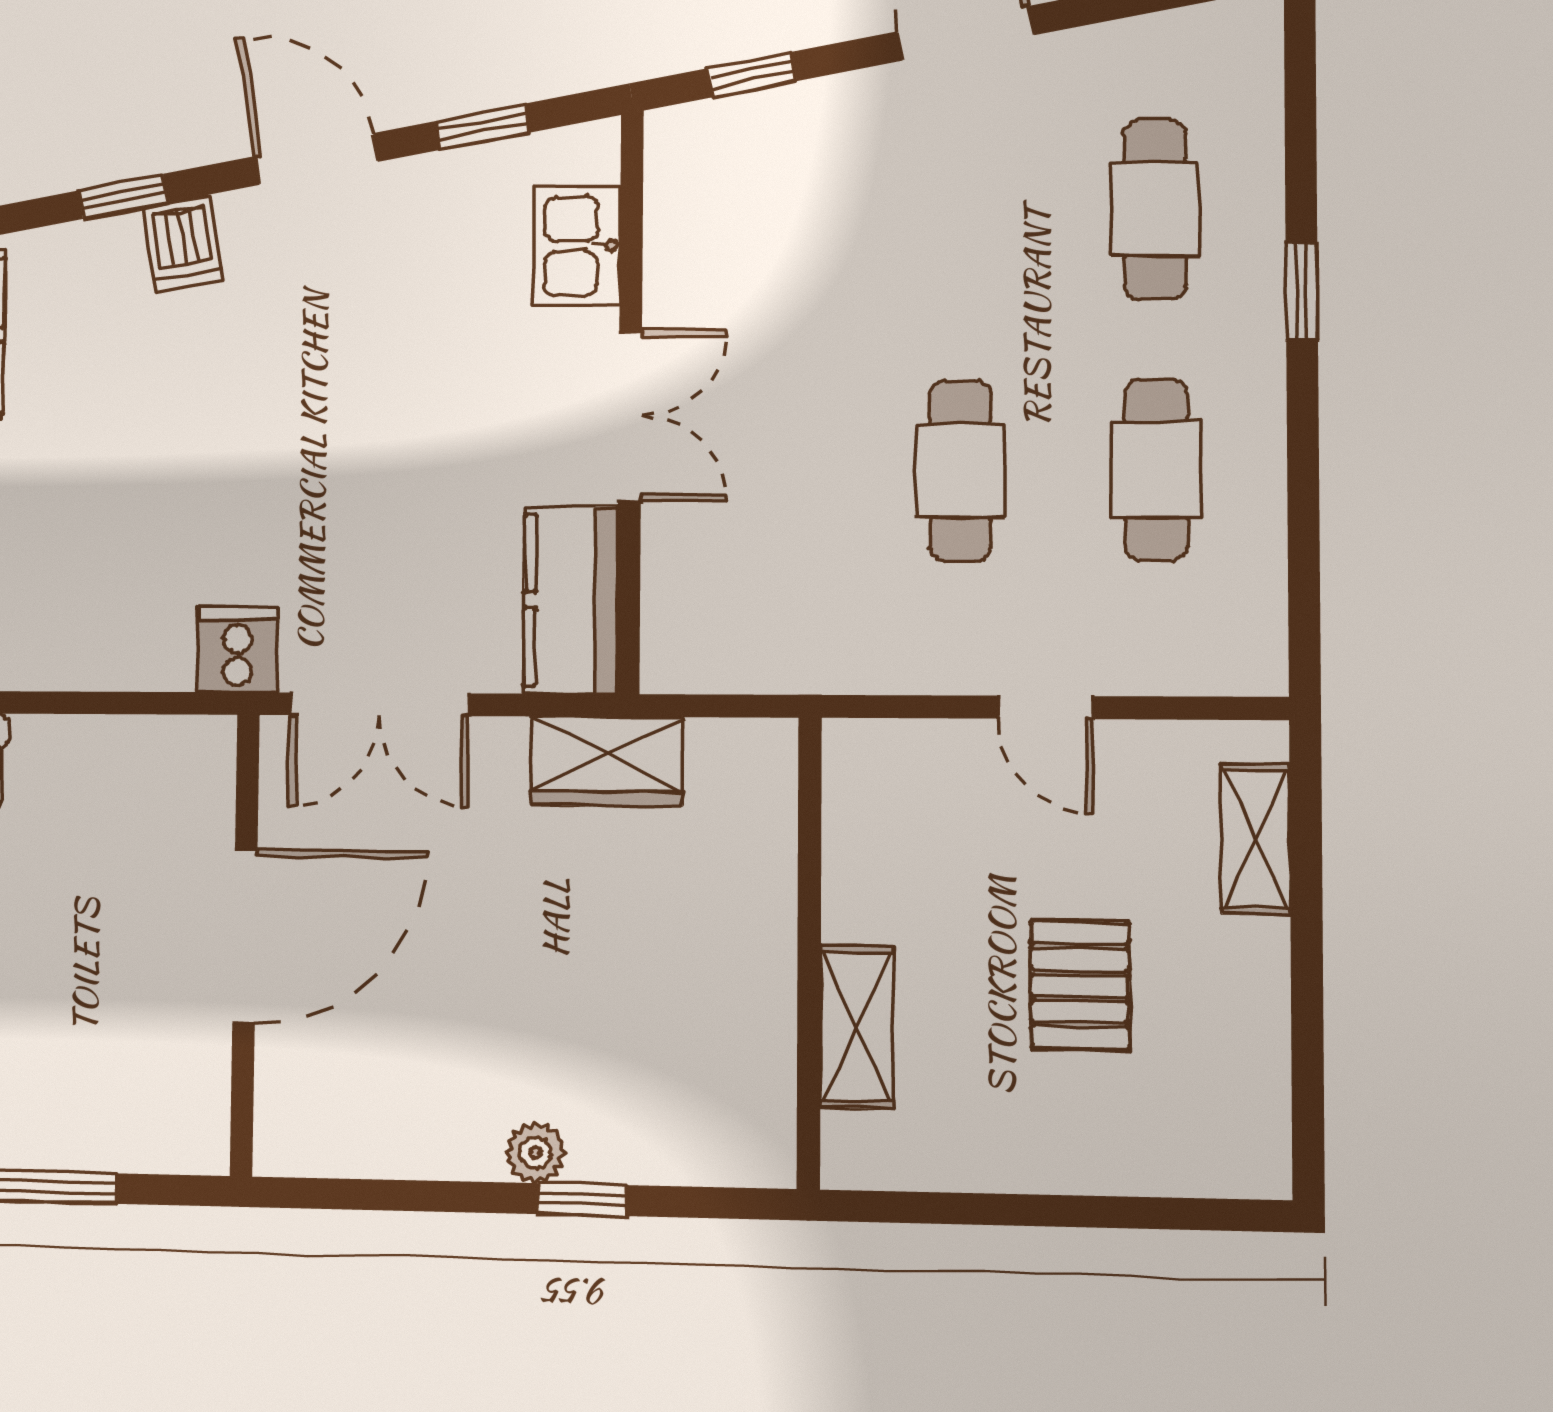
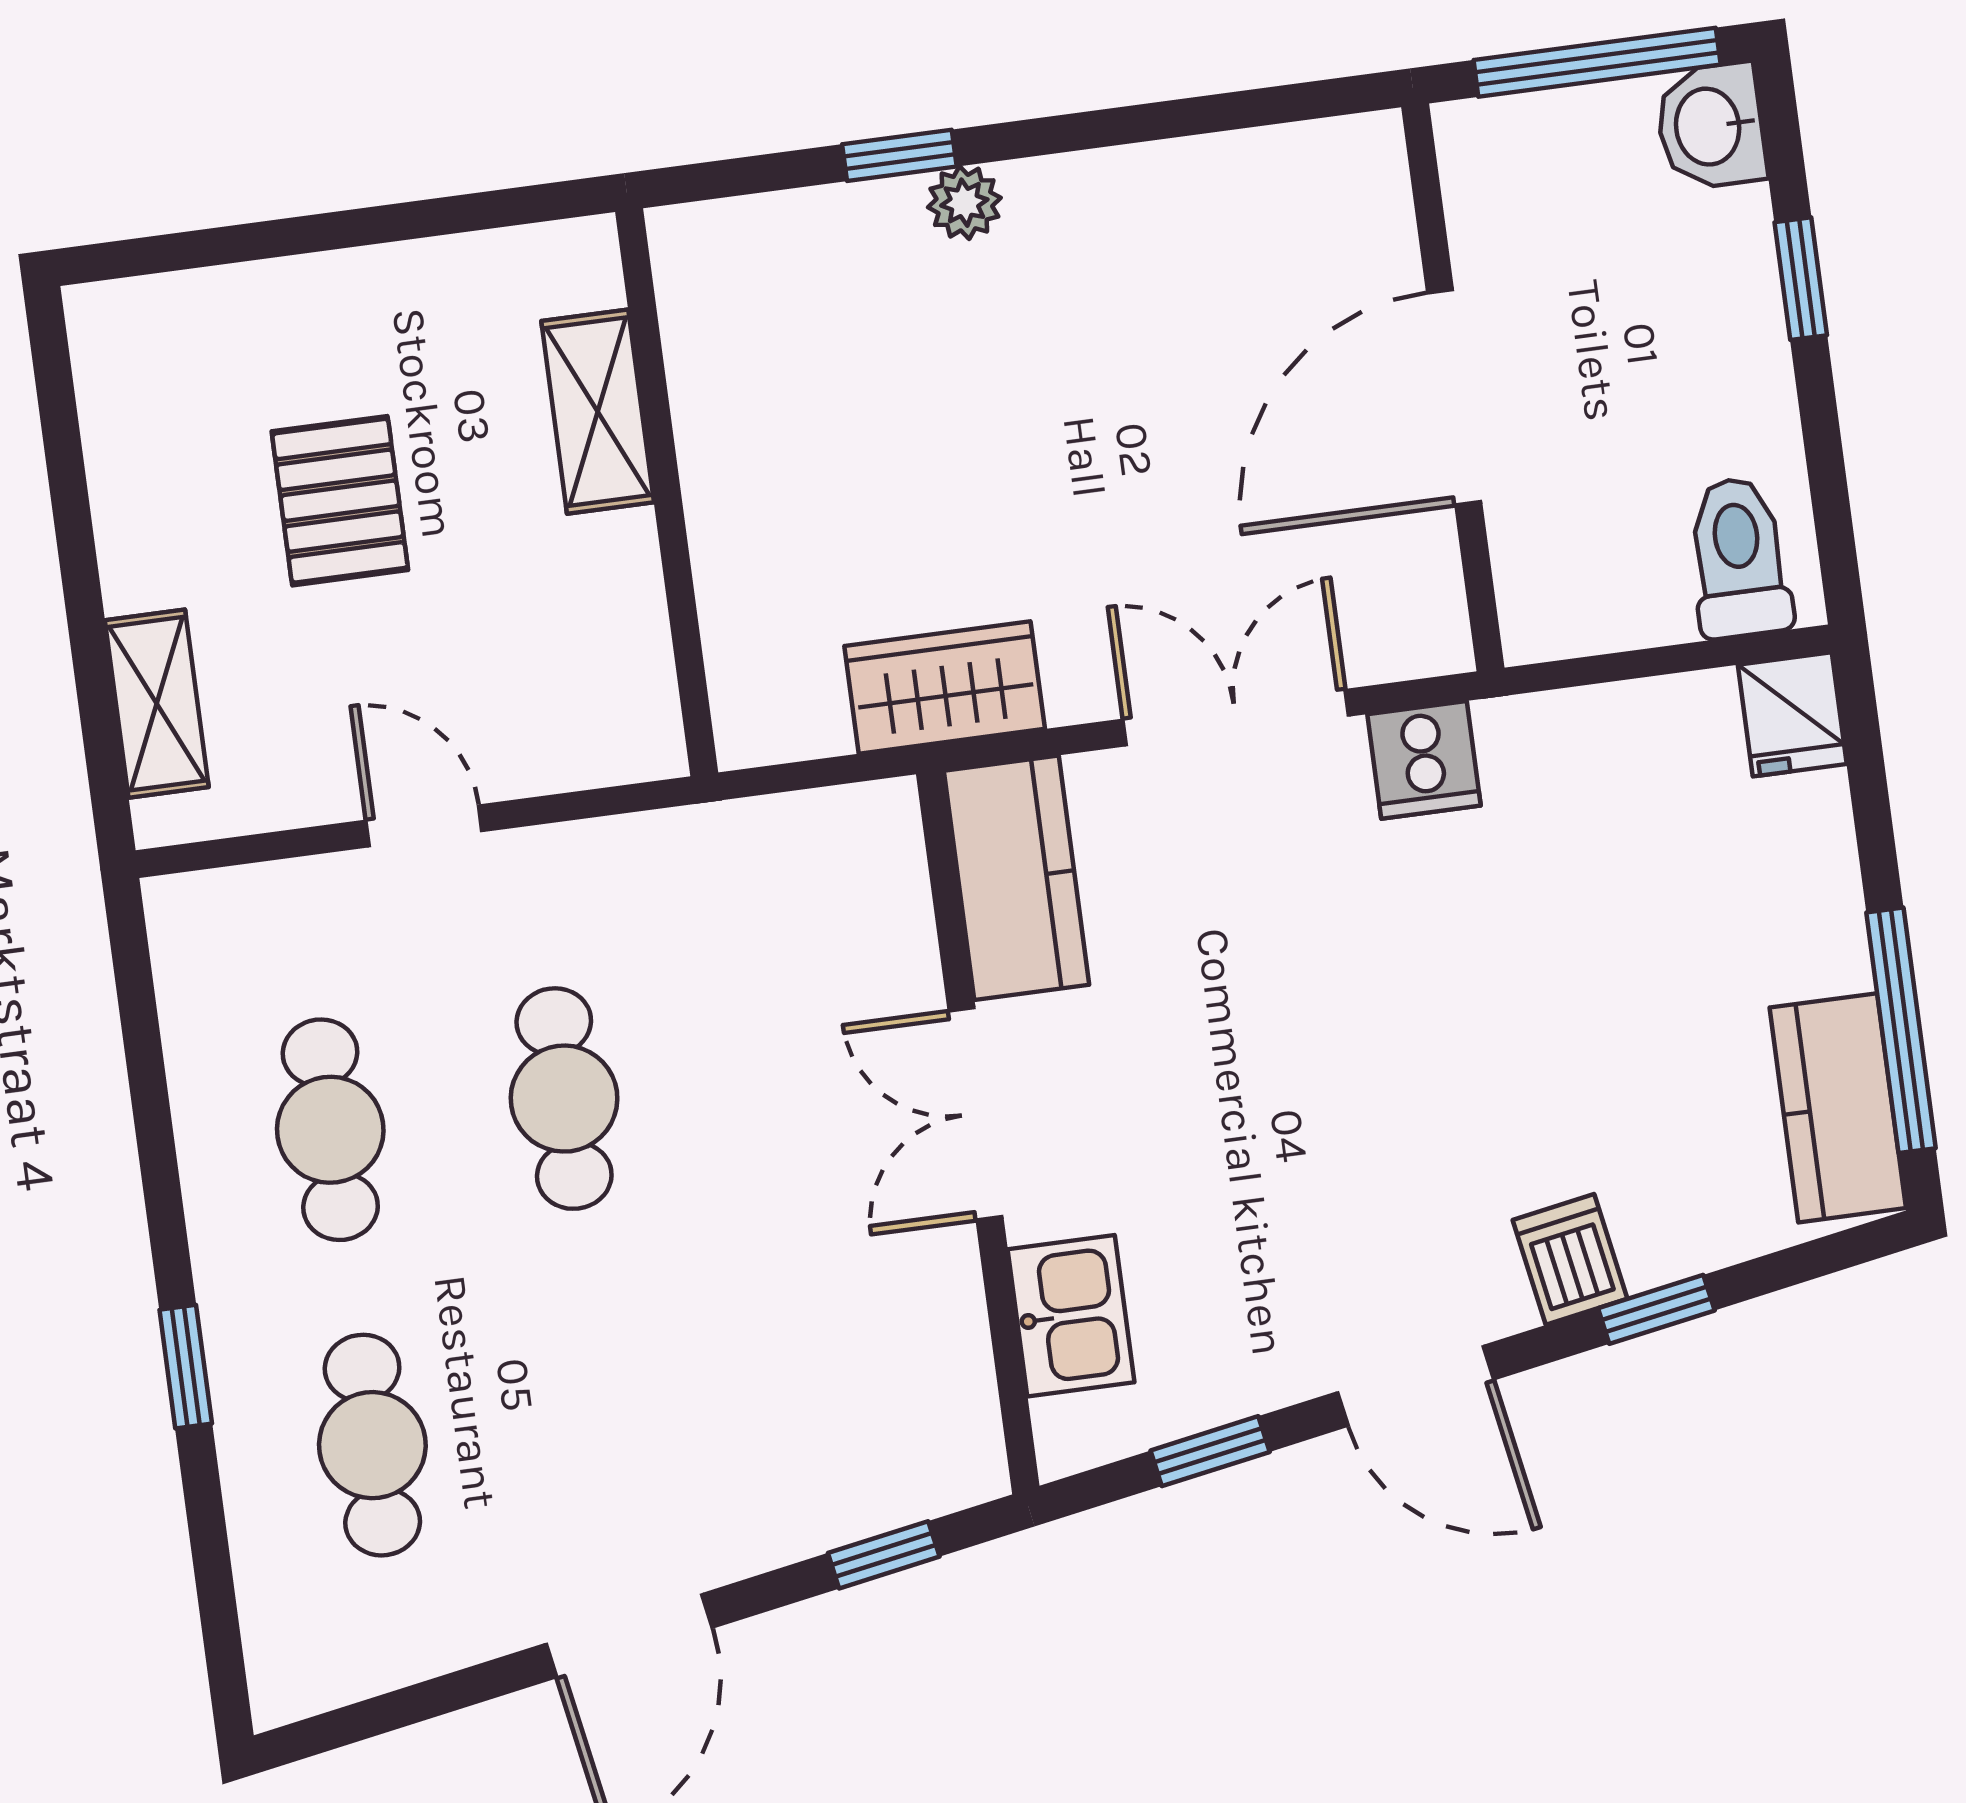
door: (245, 936) -> (1454, 397), moved
wall: (245, 944) -> (1453, 387), moved

